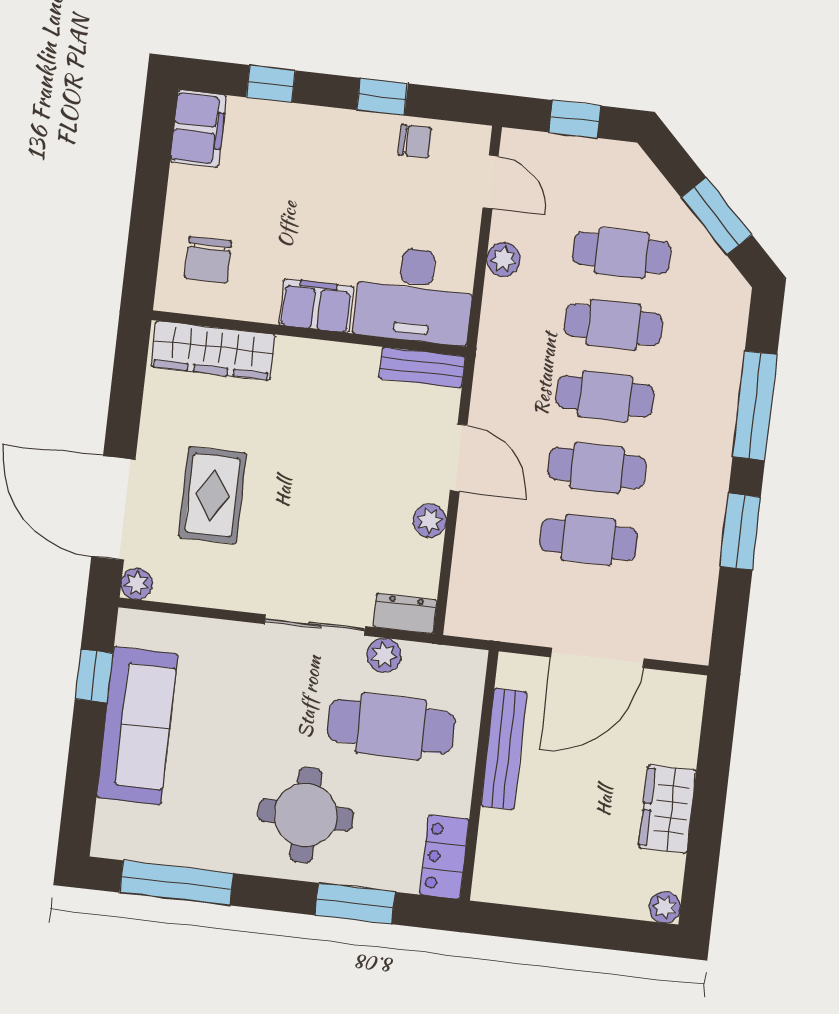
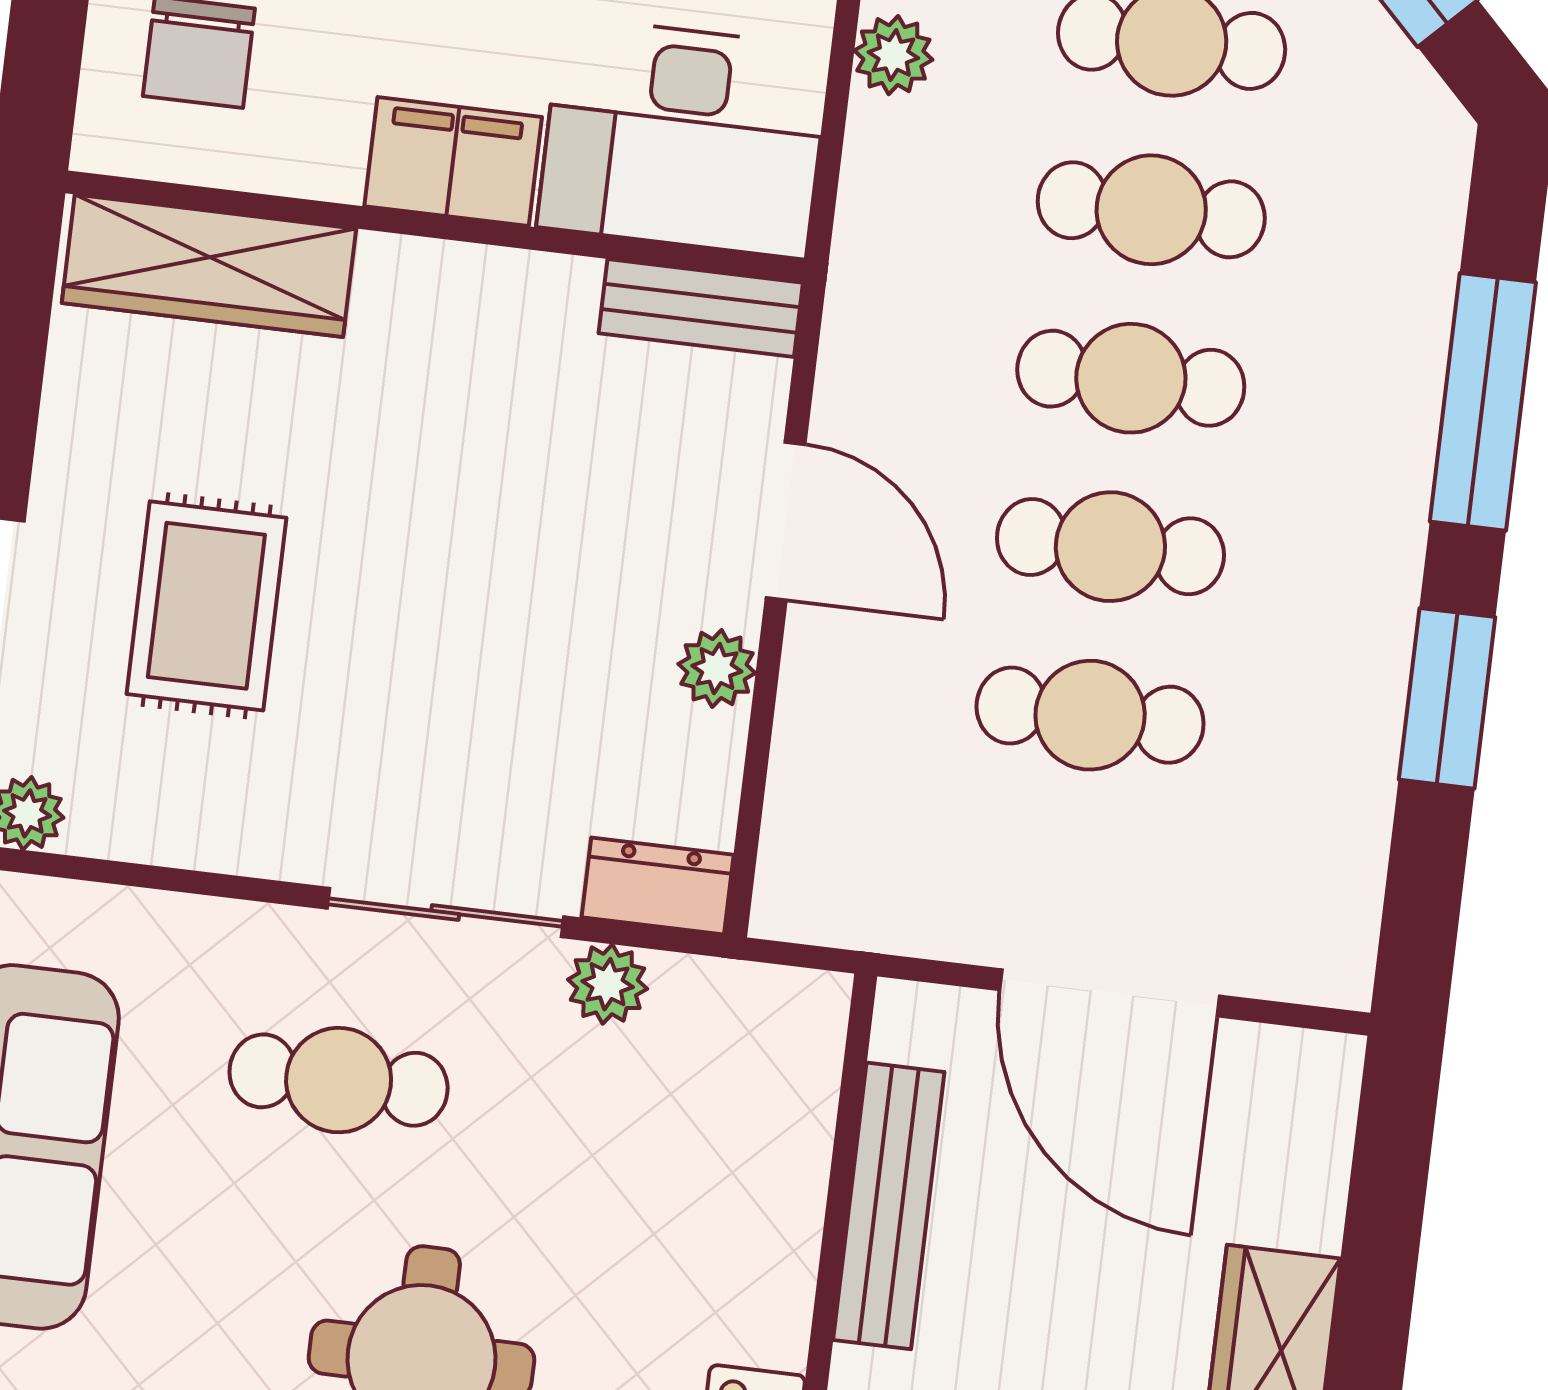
door: (597, 658) -> (1109, 993), hinge flipped
cafe table: (391, 726) -> (339, 1080), moved, width x0.73, depth x0.74

